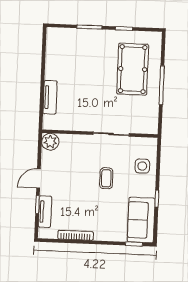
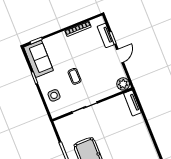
tv unit: (50, 97) -> (132, 103), moved

